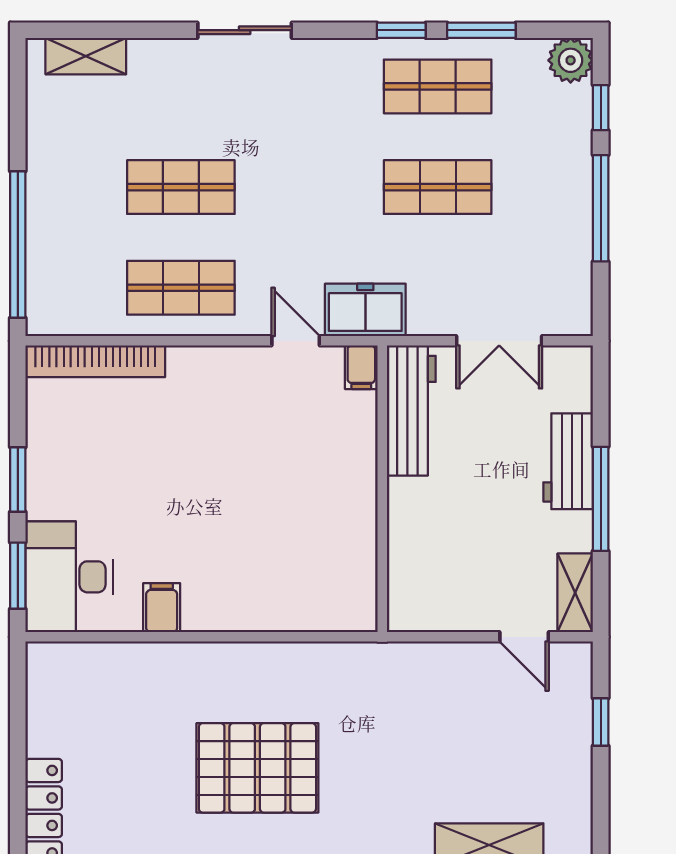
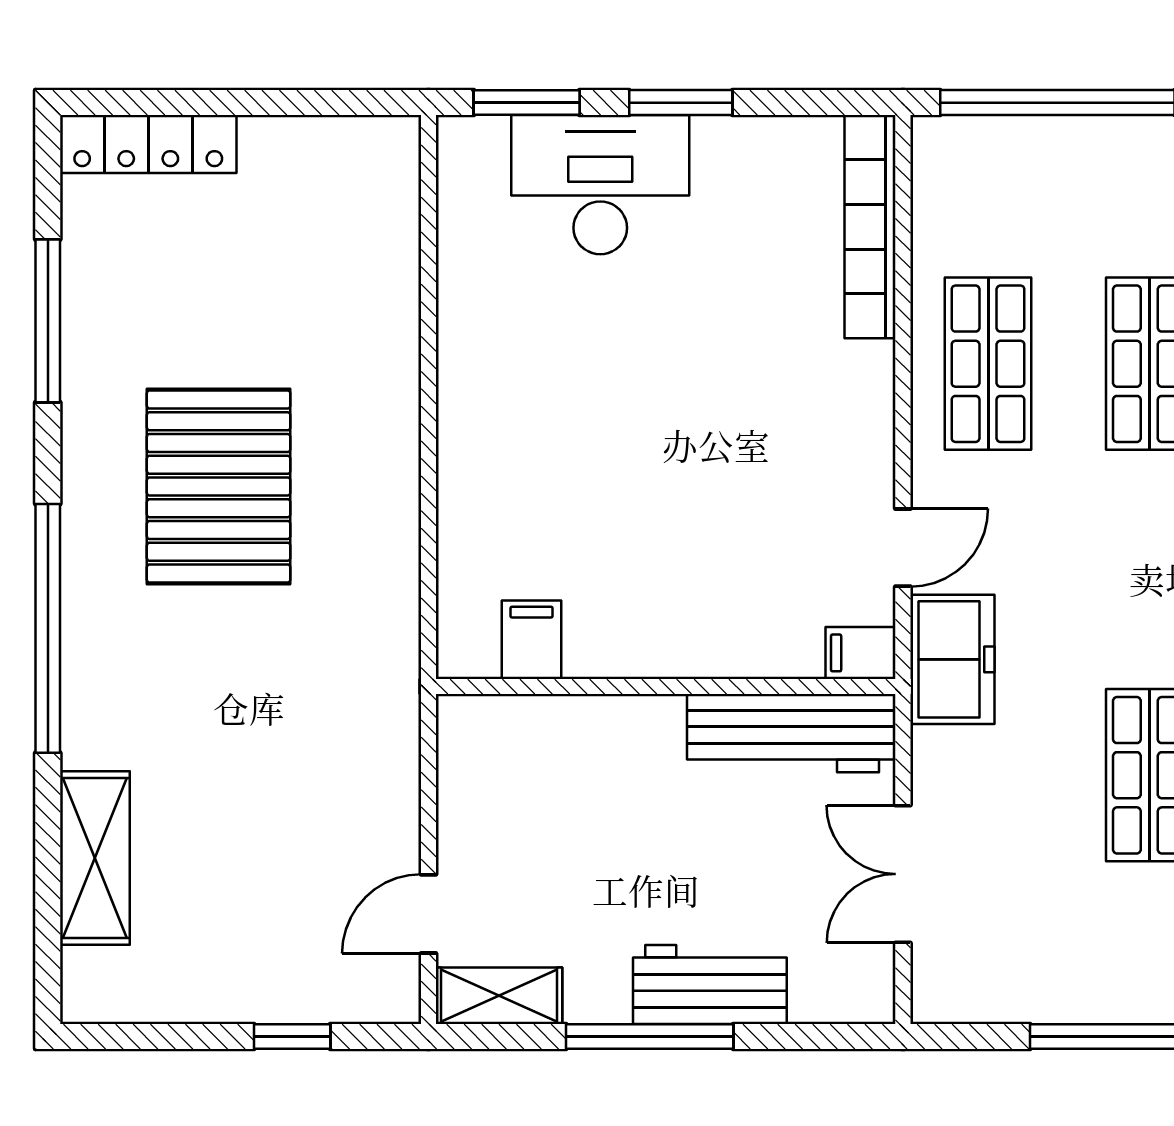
desk: (69, 577) -> (600, 185), moved
filing cabinet: (162, 608) -> (531, 640), moved, turned -90

